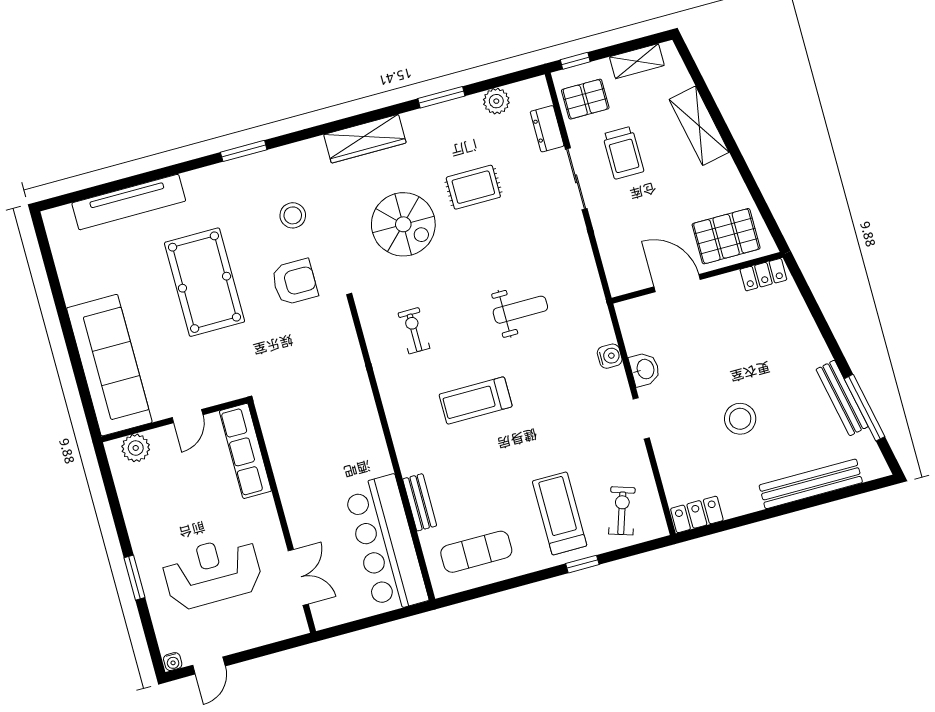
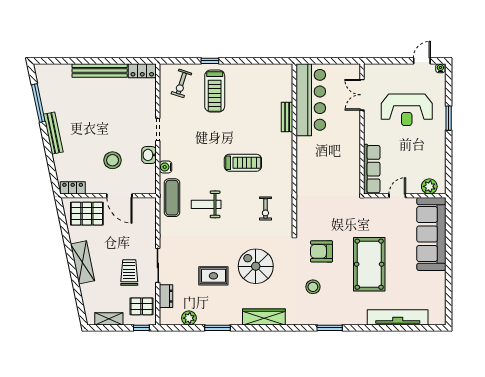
shelving: (699, 126) -> (82, 262), moved
bench: (842, 398) -> (53, 133), moved
stool: (740, 419) -> (113, 160), moved
bench: (811, 484) -> (100, 71), moved
exercise mat: (476, 552) -> (172, 198), moved, turned 90

